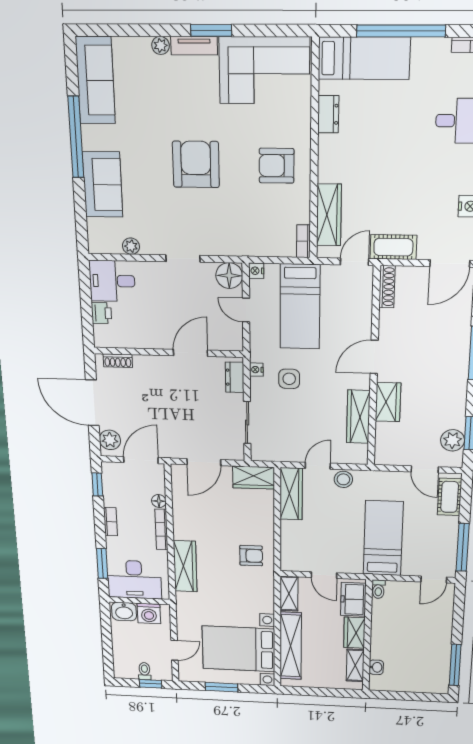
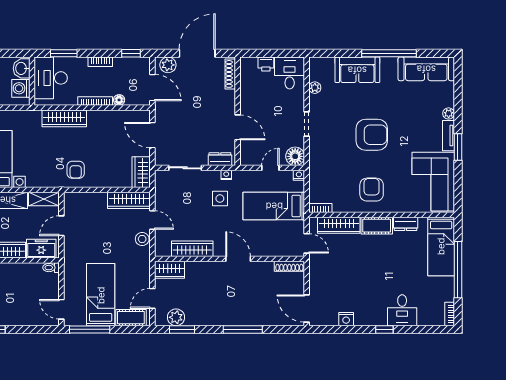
cot: (393, 247) -> (377, 226), moved, turned 90
shoe rack: (118, 361) -> (230, 74), width x1.43
wardrobe: (388, 402) -> (170, 270), moved
bed: (383, 538) -> (101, 295), moved, turned -90

